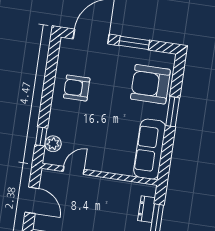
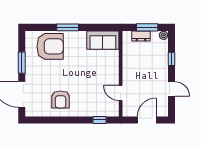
armchair: (150, 84) -> (50, 46), turned -90
plant: (53, 144) -> (103, 111), removed
sofa: (150, 149) -> (103, 40), width x0.73

